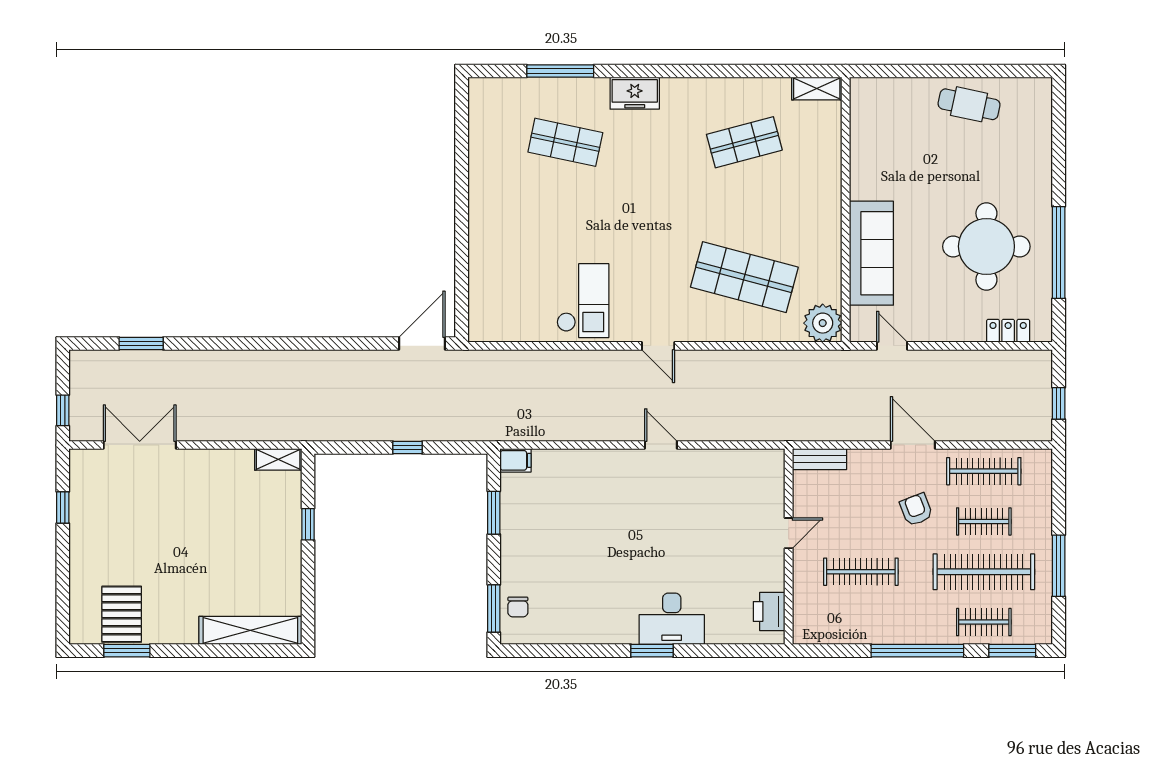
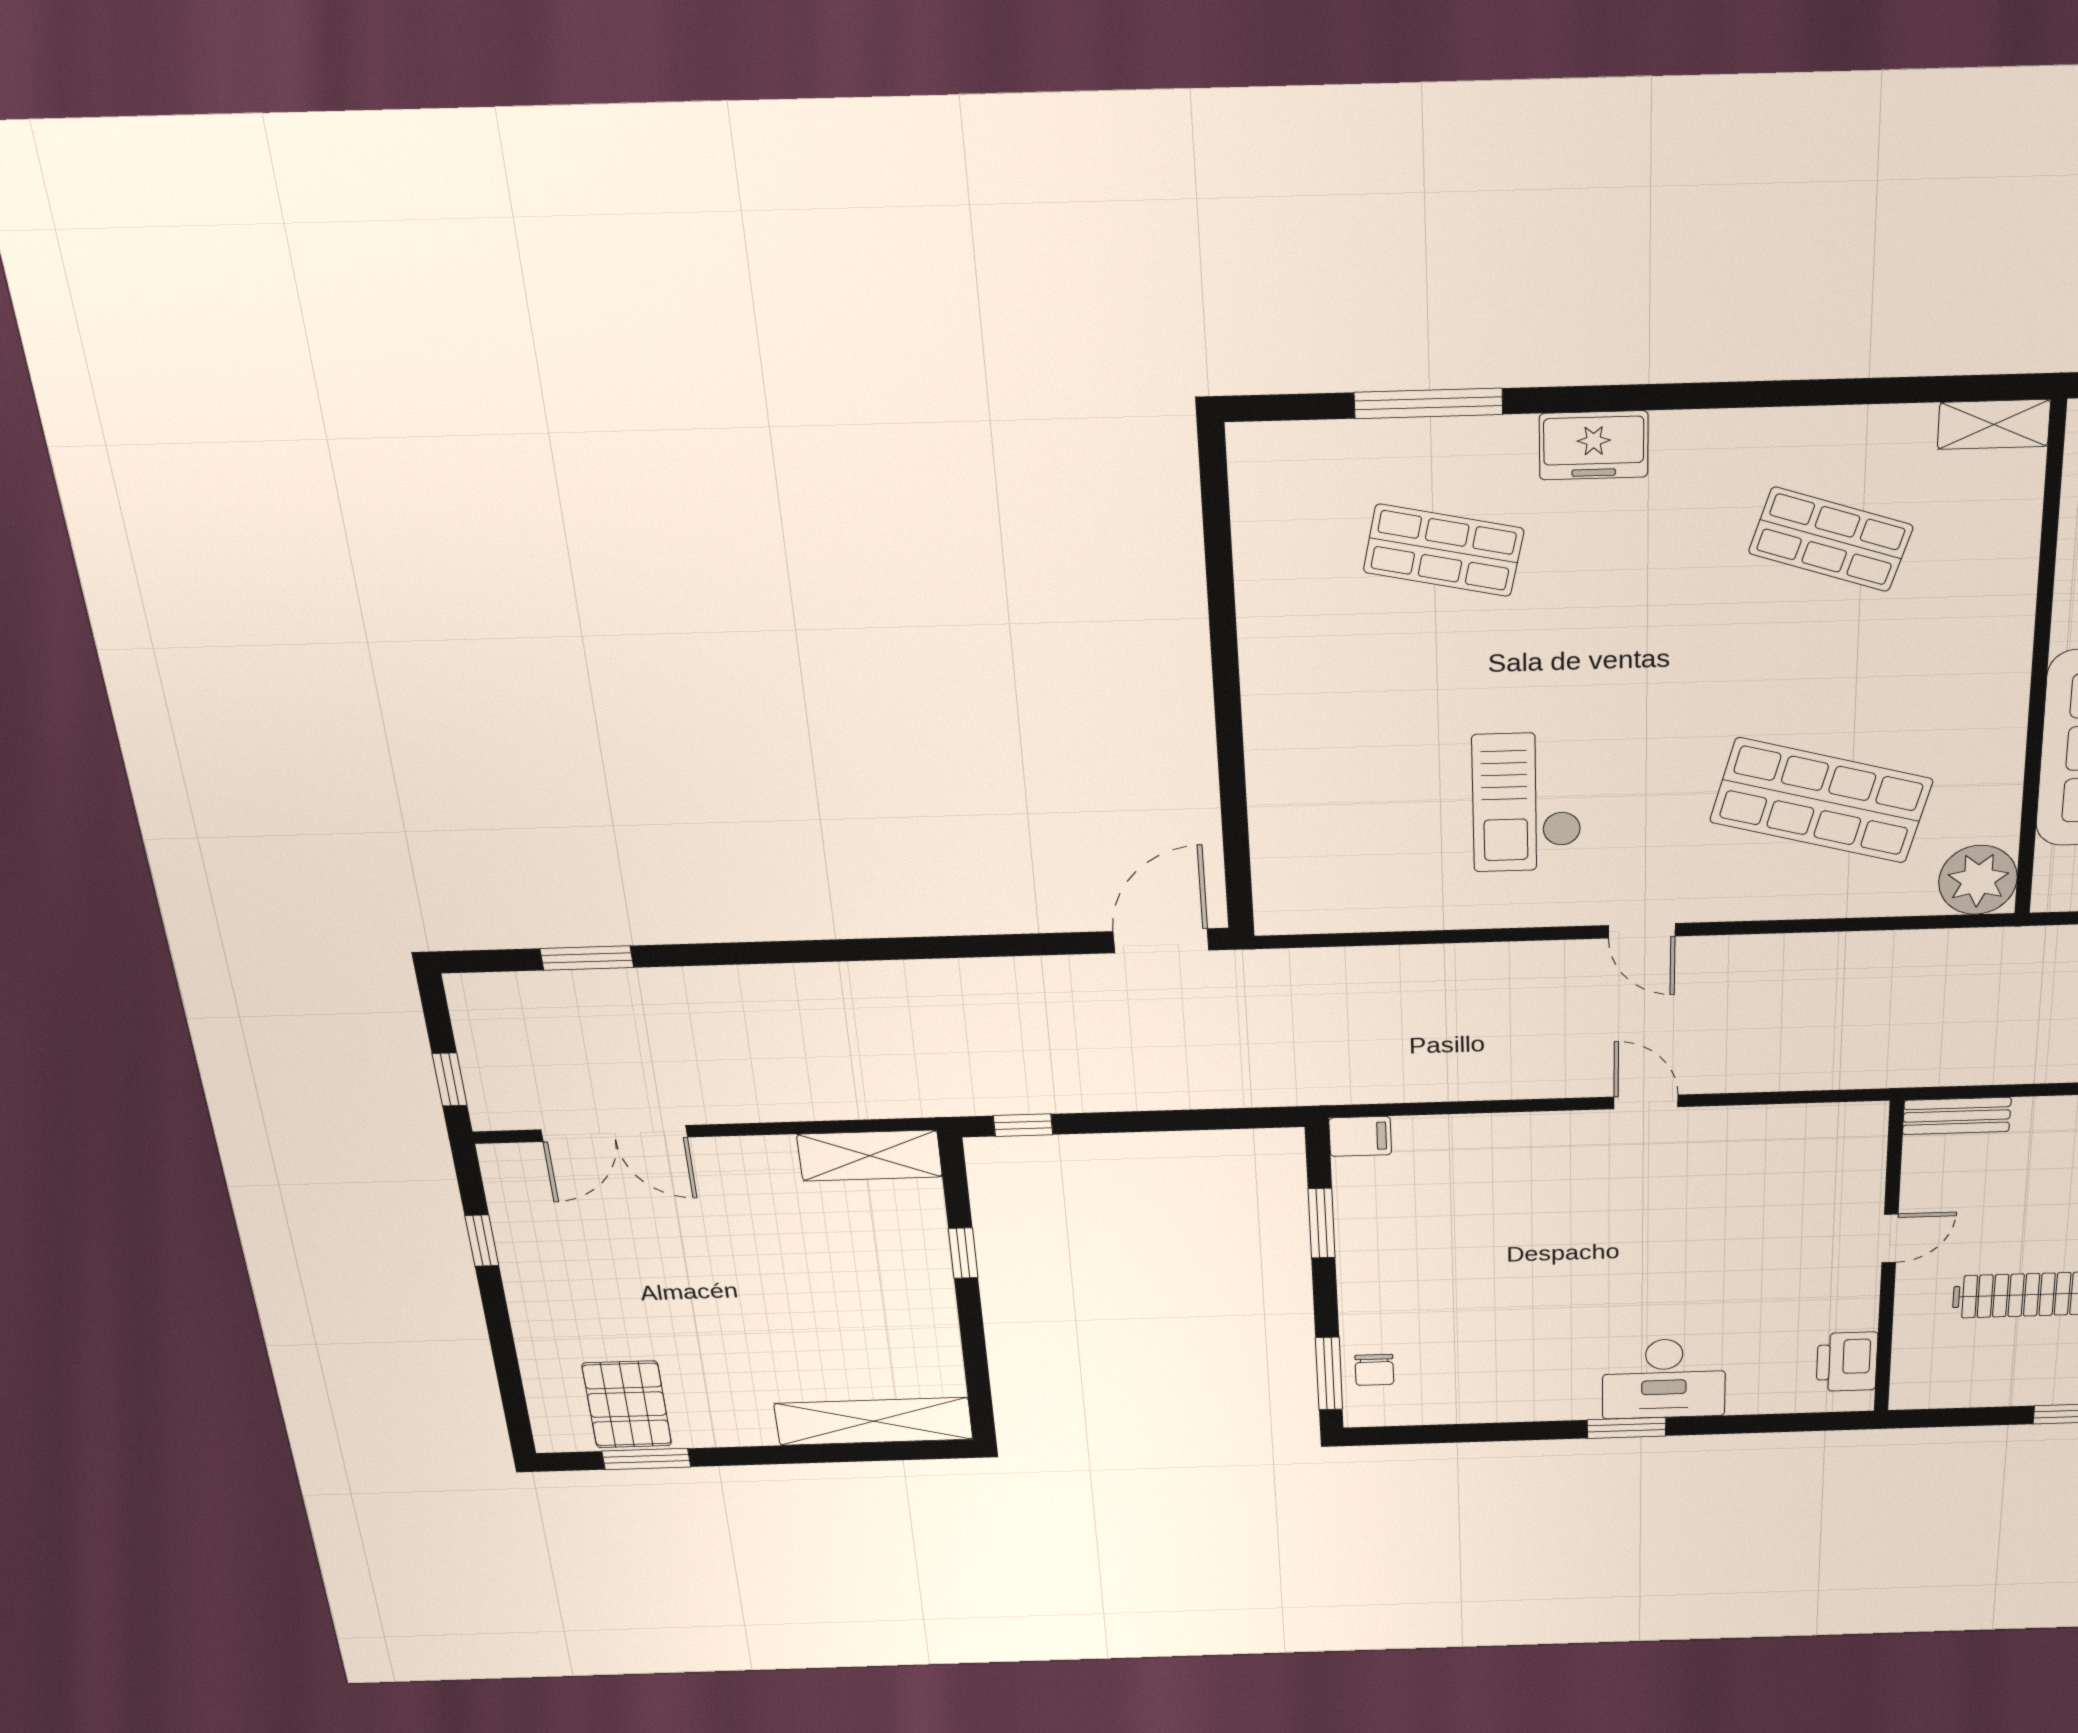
shop shelf: (744, 142) -> (1831, 539), turned 33
checkout: (583, 301) -> (1527, 802), moved, turned 180
double door: (140, 445) -> (614, 1133), swing flipped
window: (408, 447) -> (1023, 1125), moved
shelving: (278, 459) -> (870, 1156), width x1.50, depth x1.33

